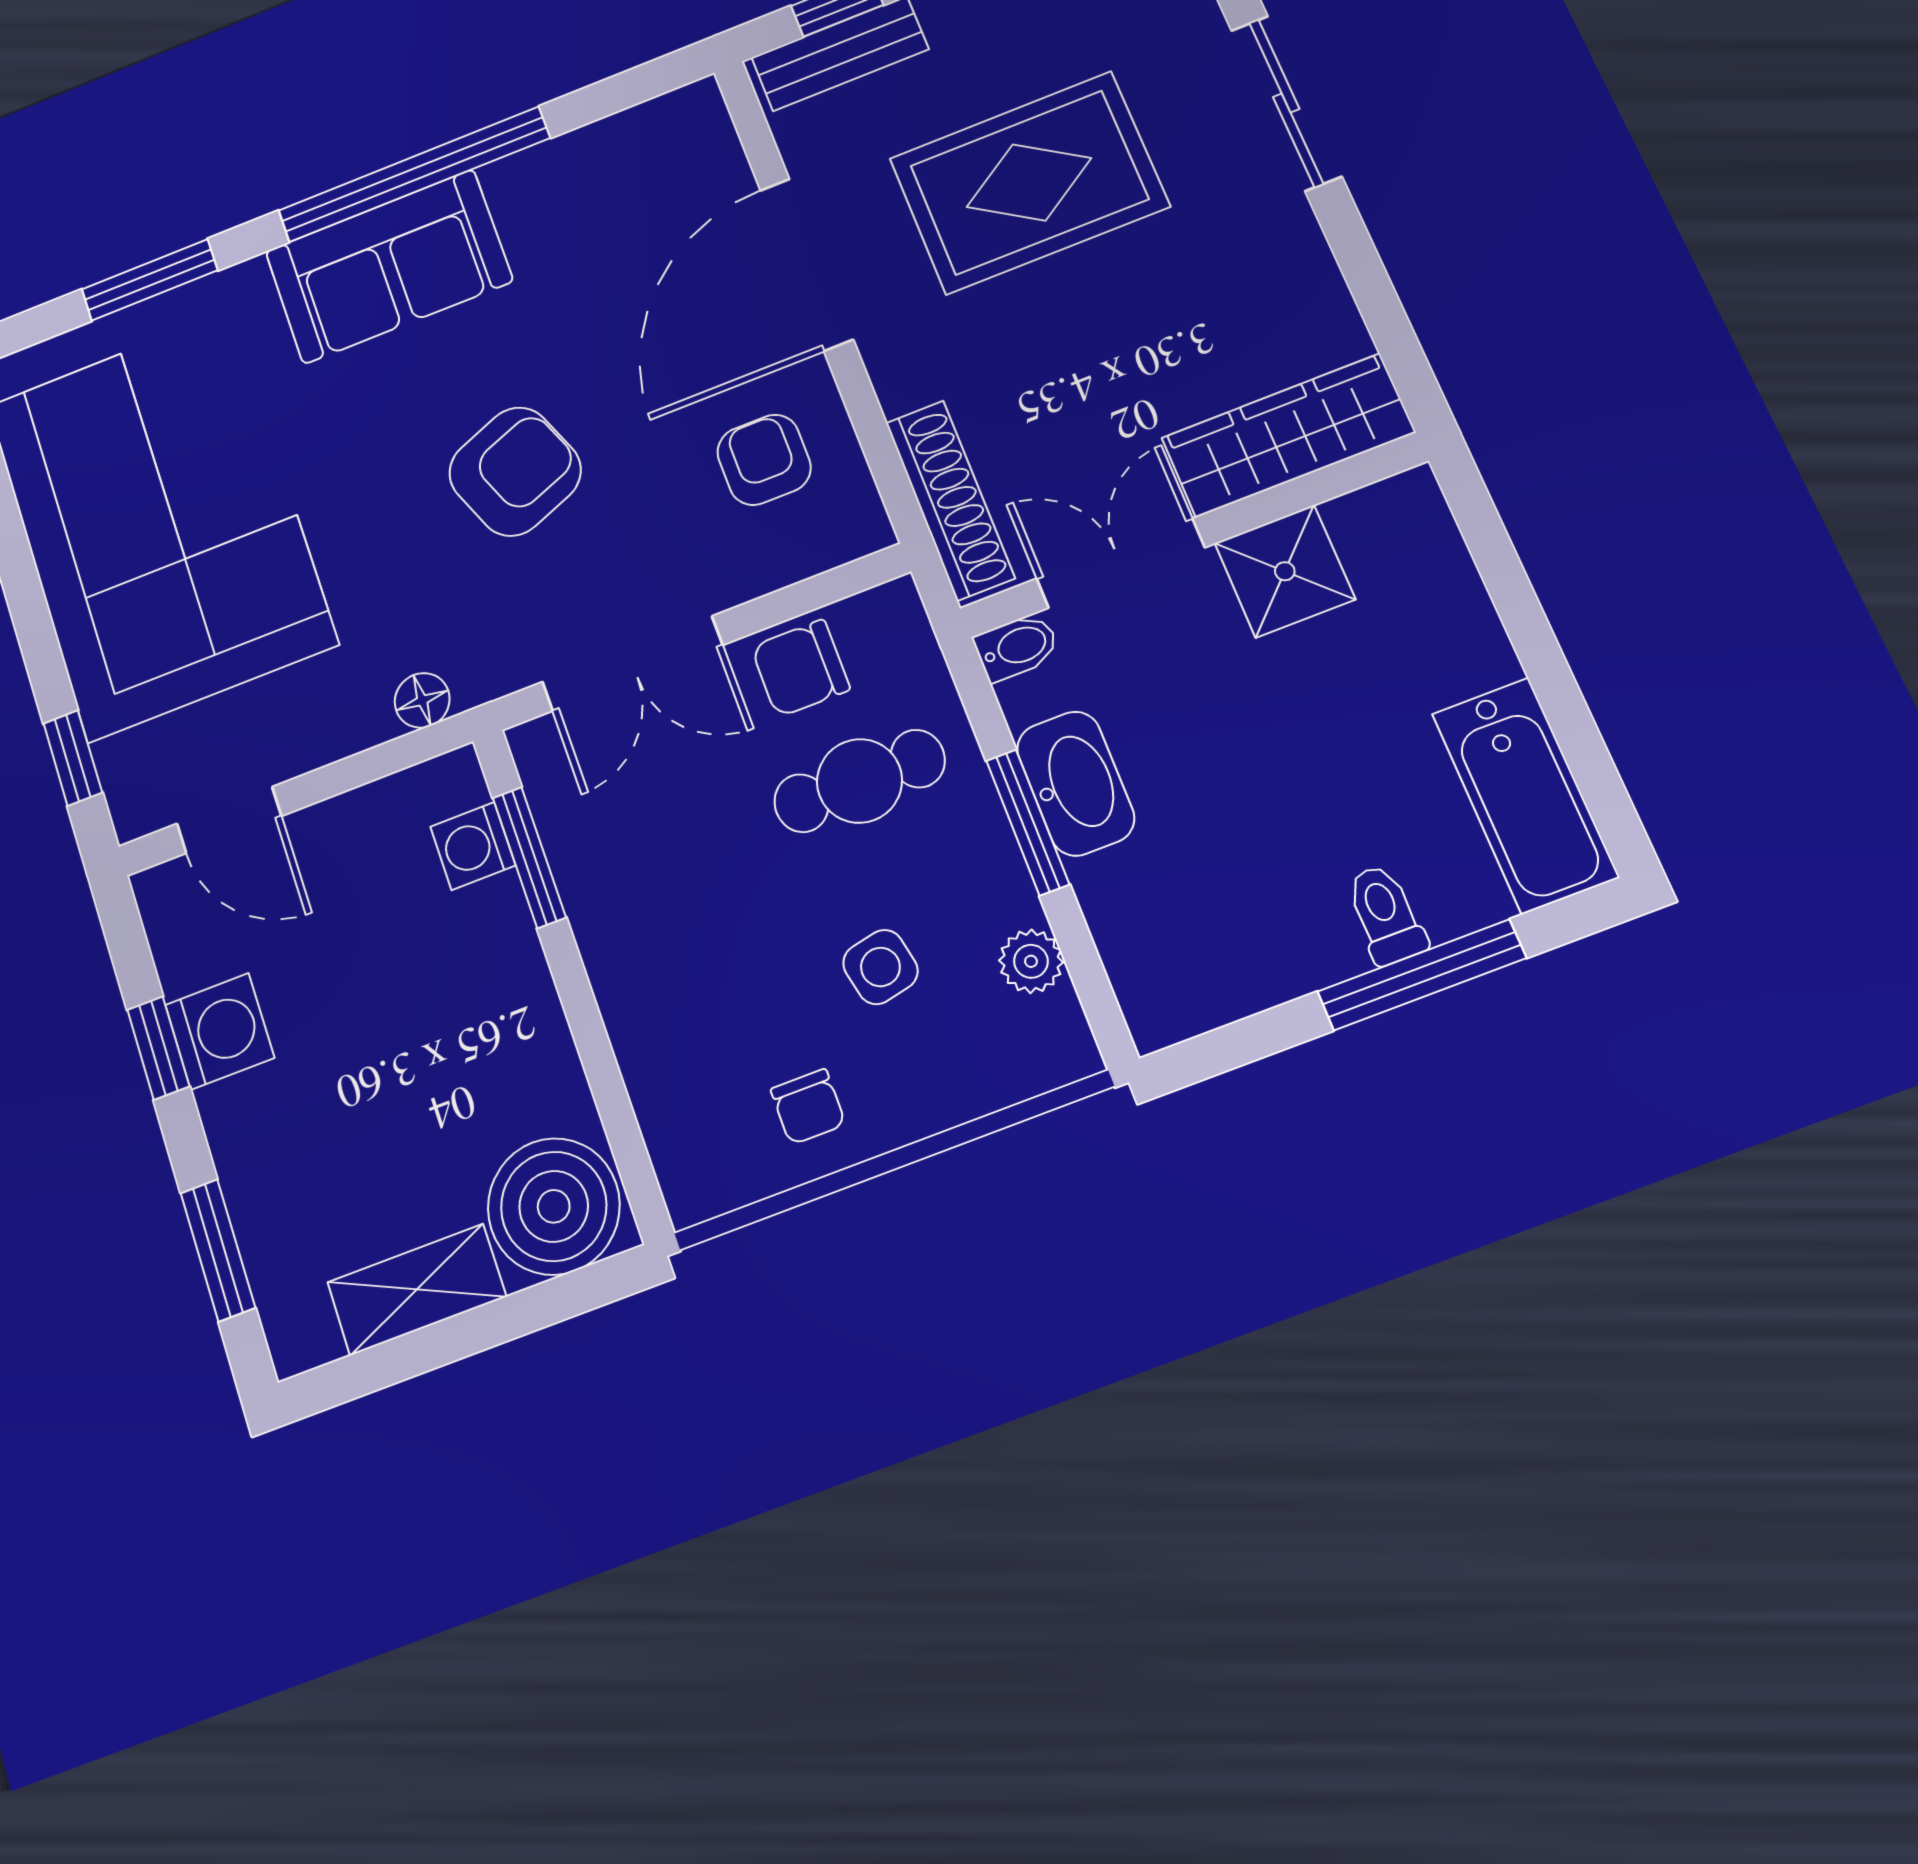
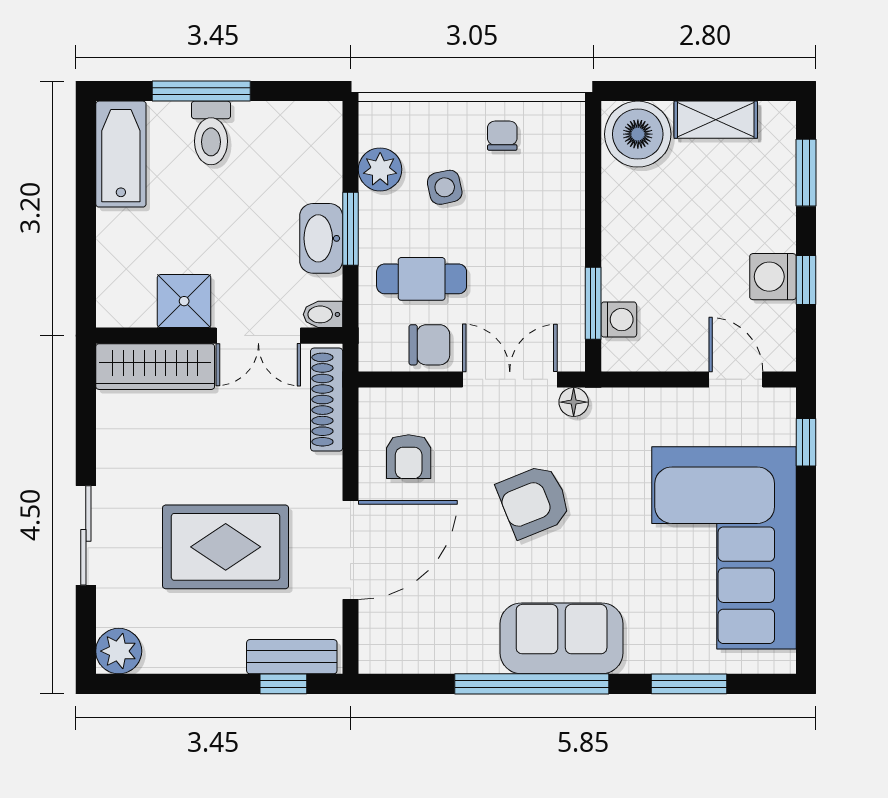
floor lamp: (422, 700) -> (574, 402), moved
toilet: (1385, 914) -> (211, 133), width x1.37, depth x1.39
plant: (1031, 961) -> (380, 169), width x1.38, depth x1.38

